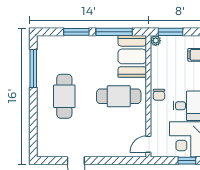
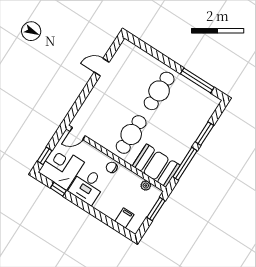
plant: (156, 41) -> (146, 186), moved
cafe table: (64, 96) -> (159, 91), turned 90
door: (148, 144) -> (78, 134), swing flipped

